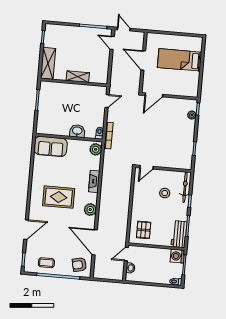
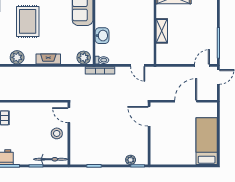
bed: (180, 60) -> (207, 141), moved
stool: (165, 193) -> (57, 133), moved

